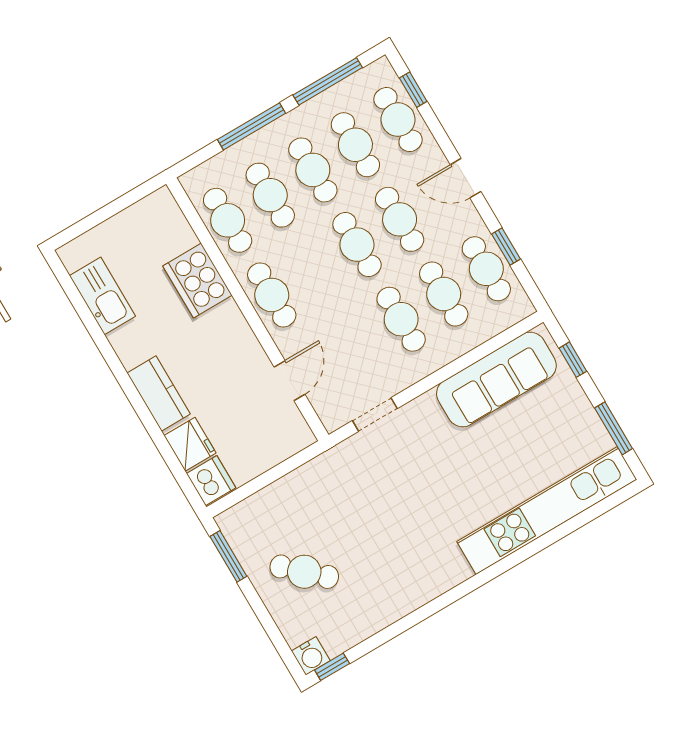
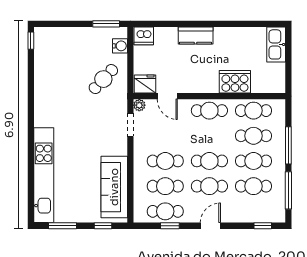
cafe table: (398, 120) -> (254, 211), removed
kitchen sink: (102, 296) -> (276, 44), moved, turned 90
plant: (333, 419) -> (139, 105), added
fridge: (190, 444) -> (145, 84), moved, turned 180
cafe table: (304, 572) -> (103, 79), moved
water cooler: (311, 656) -> (120, 46), moved, turned 180

